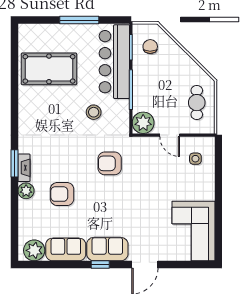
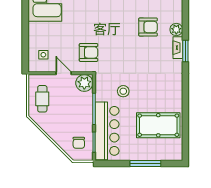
window: (79, 20) -> (145, 164), moved
armchair: (110, 163) -> (89, 52), moved

